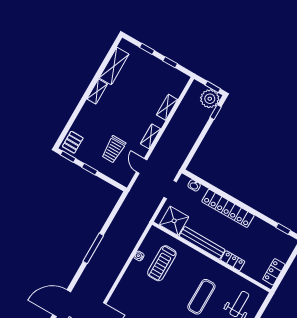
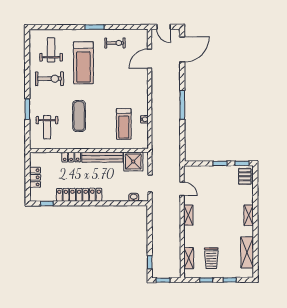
shelving: (97, 91) -> (249, 215), moved
plant: (210, 99) -> (160, 270), removed
shelving: (167, 107) -> (189, 258), moved
trolley: (114, 149) -> (211, 258), moved, turned 180
locker: (228, 208) -> (79, 195), moved
treadmill: (162, 263) -> (124, 124), turned 180
locker: (274, 272) -> (35, 177), moved

